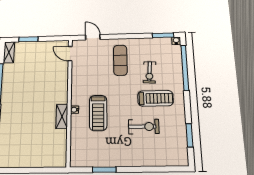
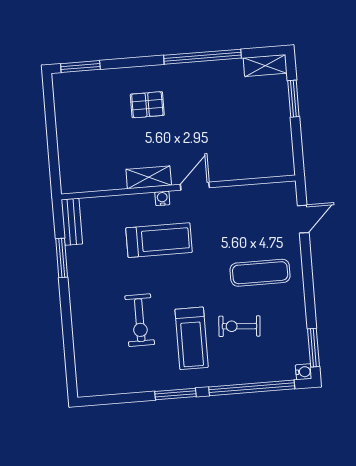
door: (70, 54) -> (195, 186), moved
treadmill: (98, 113) -> (159, 240), turned 180
pallet: (21, 115) -> (147, 105), added
window: (189, 135) -> (176, 394), moved
bench: (83, 162) -> (72, 222), added

